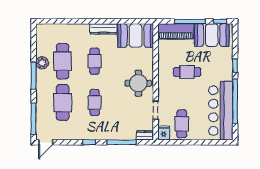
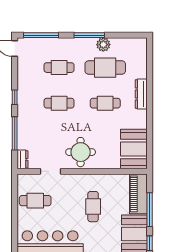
dresser: (103, 29) -> (141, 94), moved
cafe table: (63, 102) -> (59, 68), width x0.73, depth x0.74
fridge: (164, 133) -> (25, 180), removed

